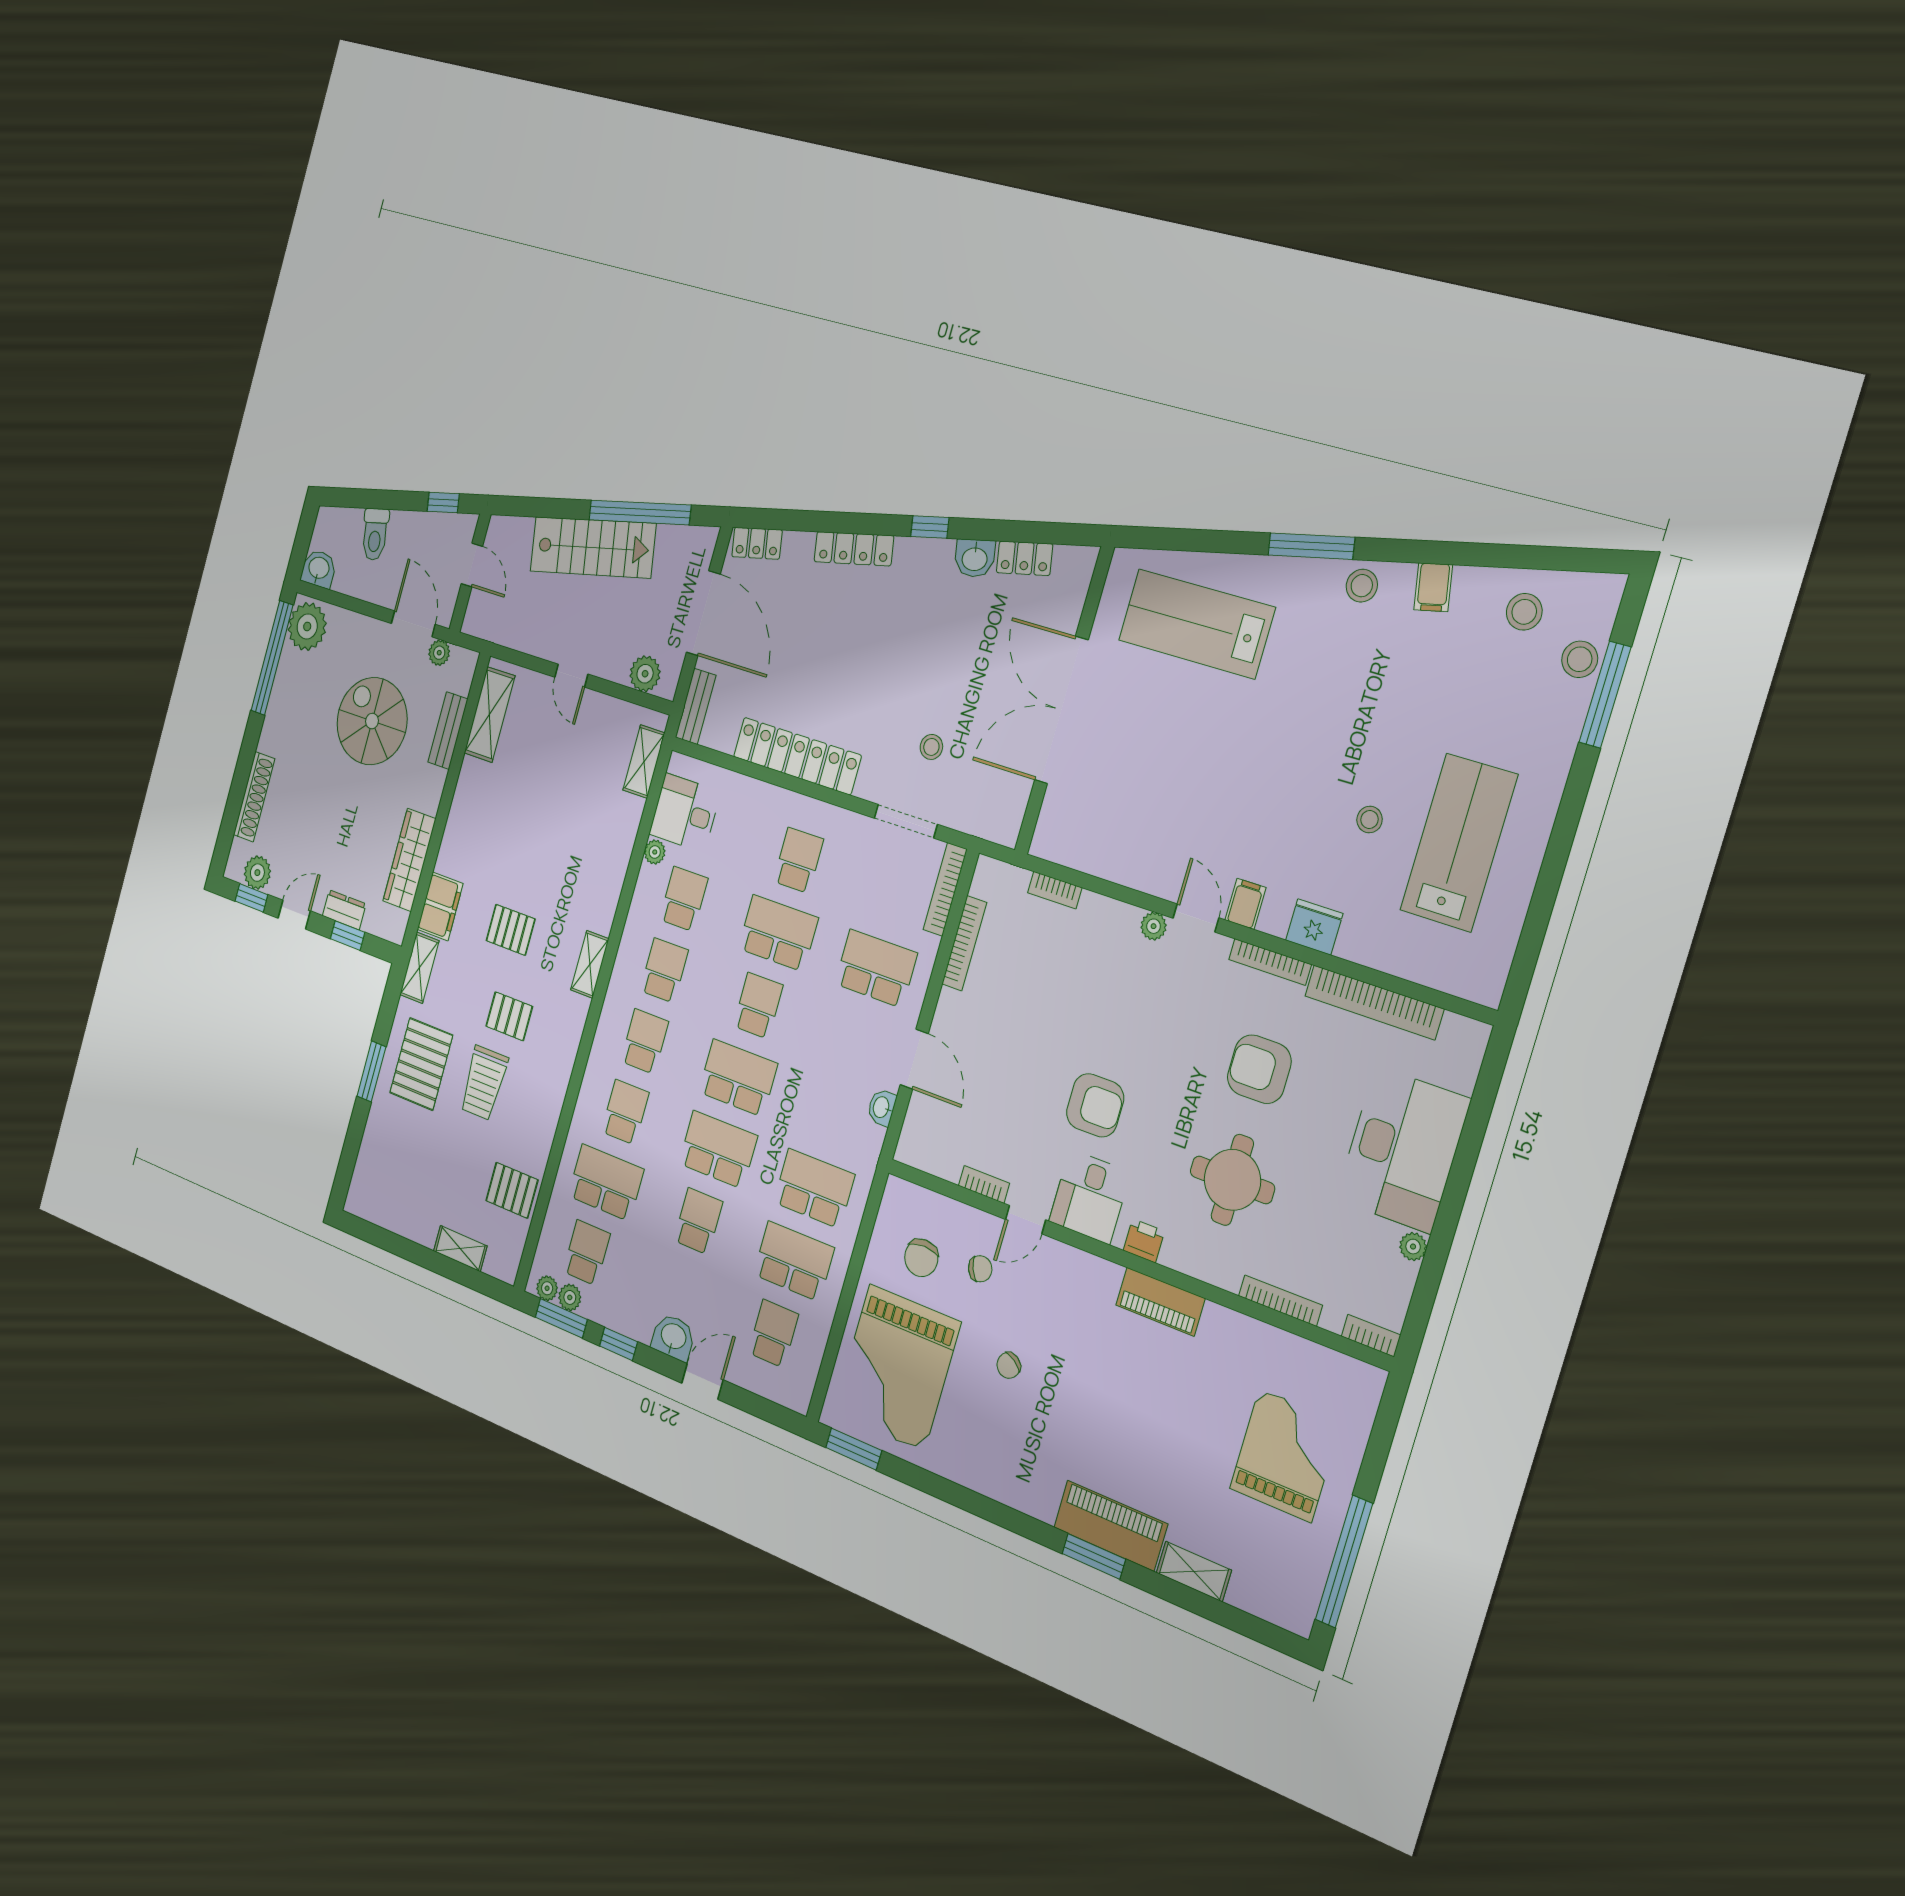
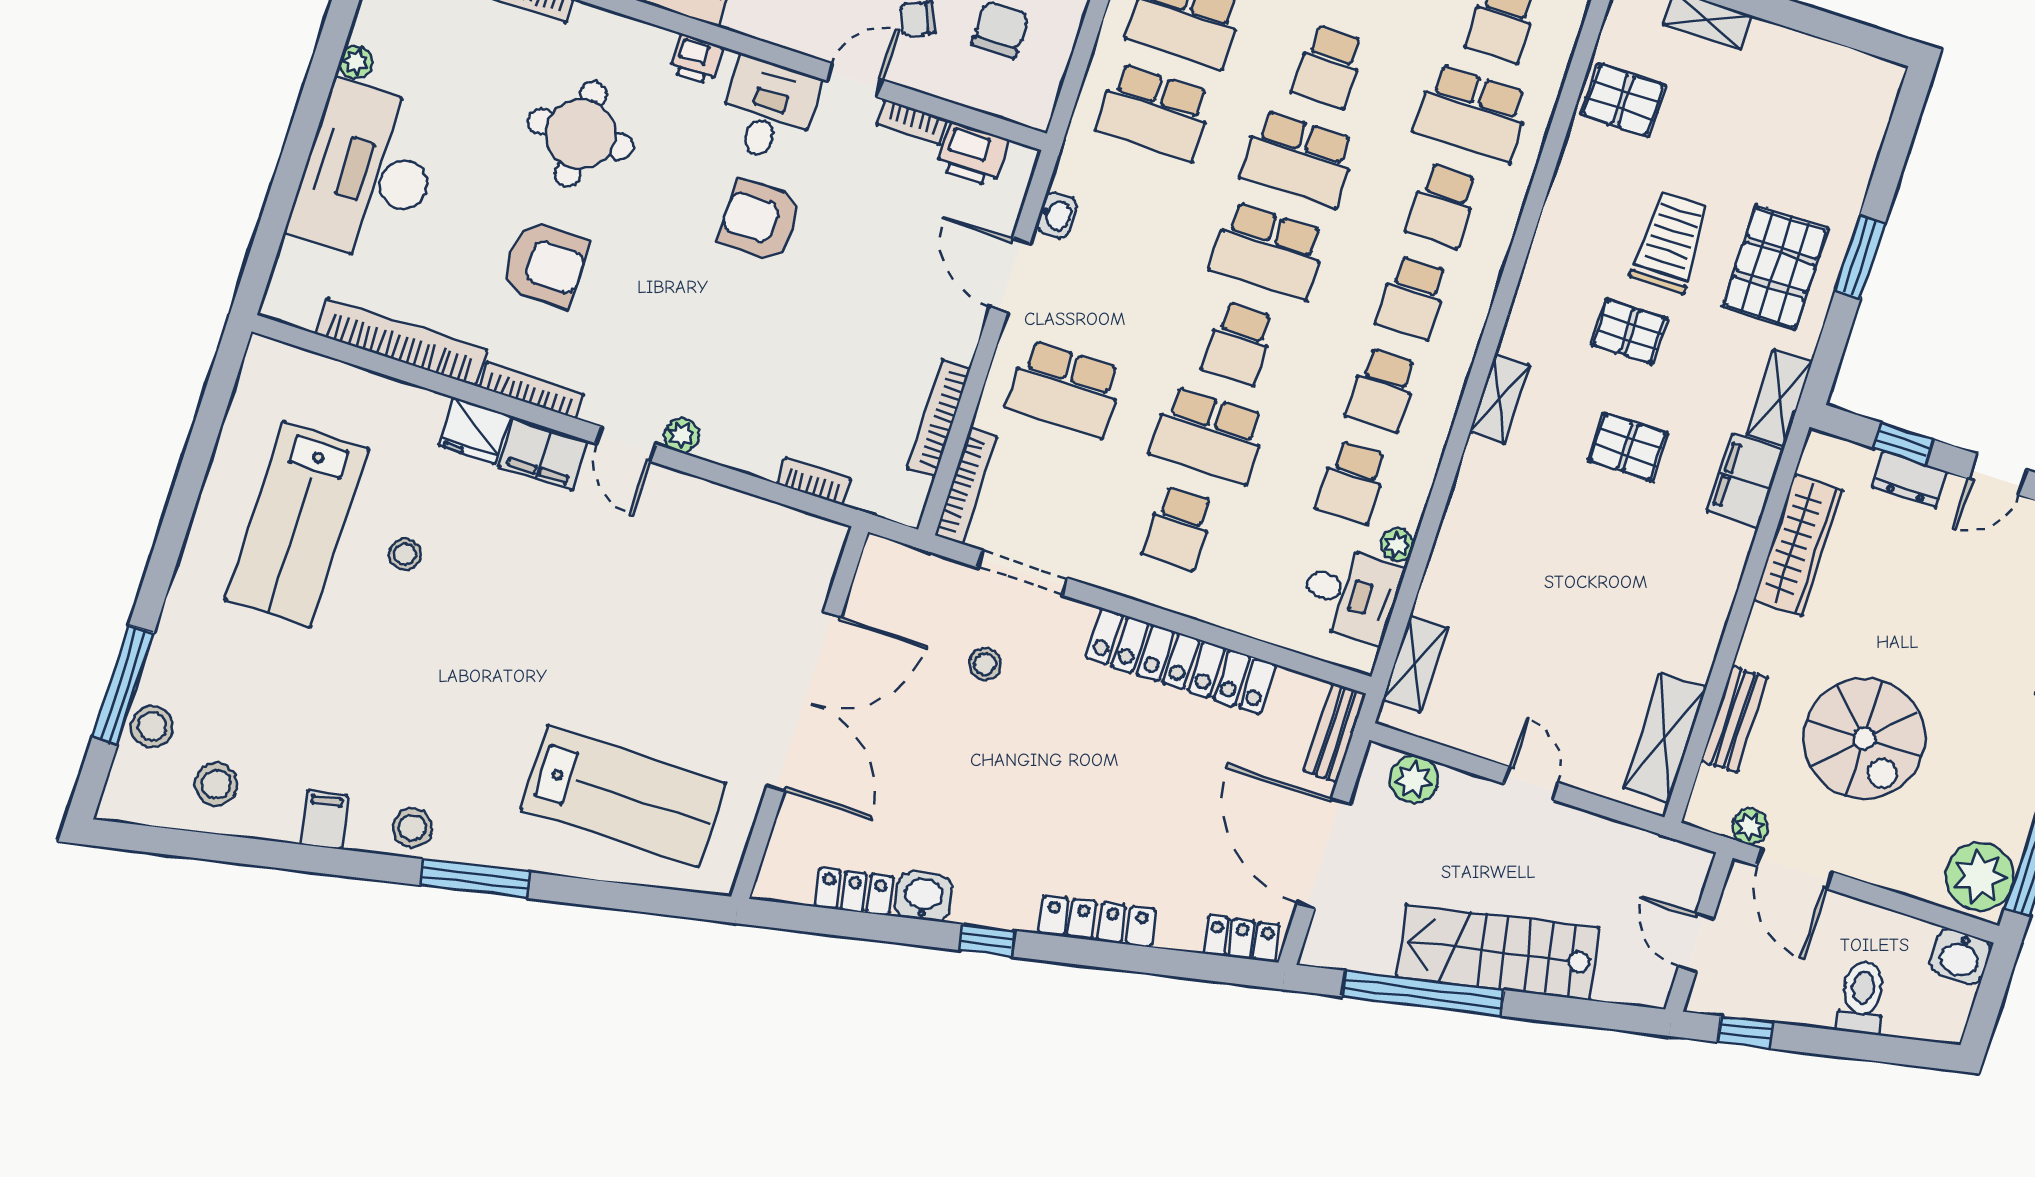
filing cabinet: (1245, 904) -> (543, 453), width x2.00
printer: (941, 1157) -> (972, 154), added

